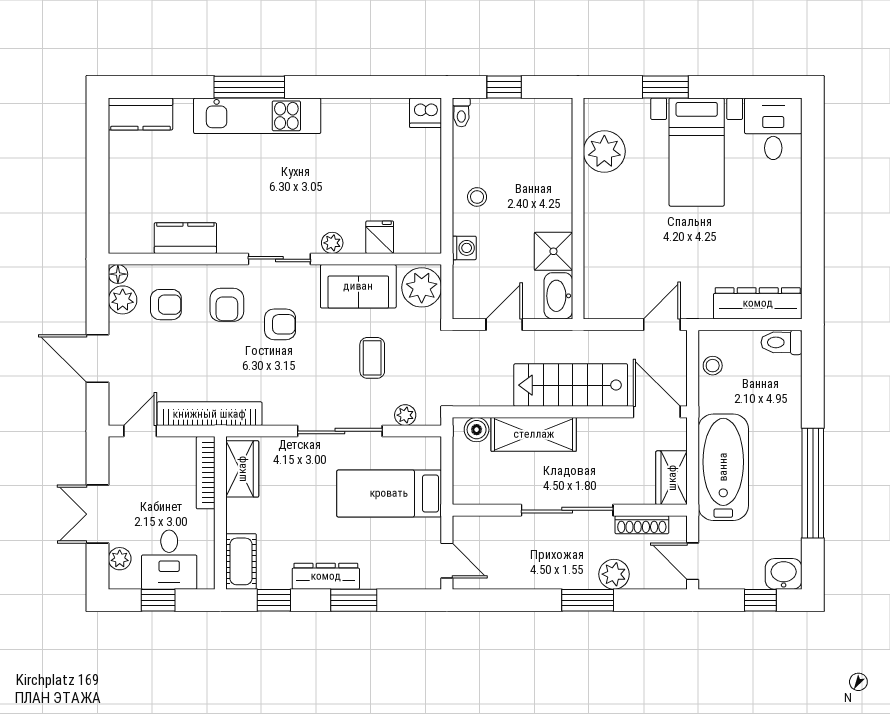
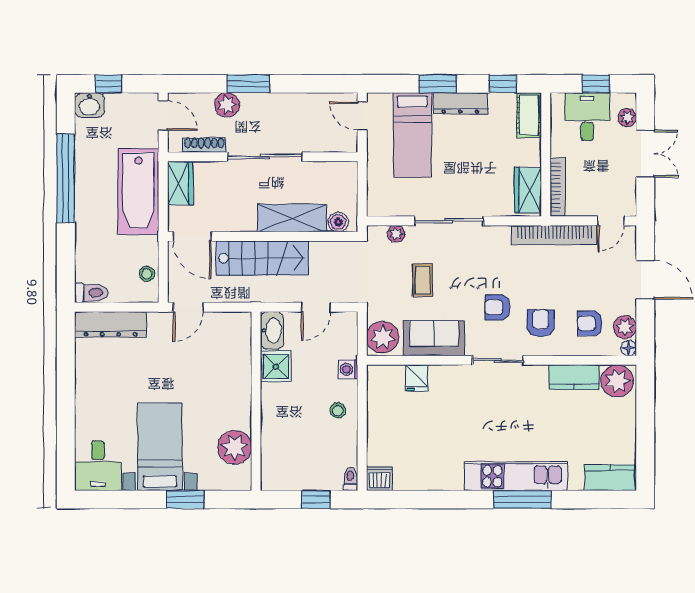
plant: (332, 243) -> (617, 381), moved, width x1.88, depth x1.88
bed: (389, 493) -> (412, 135), moved, turned 90

